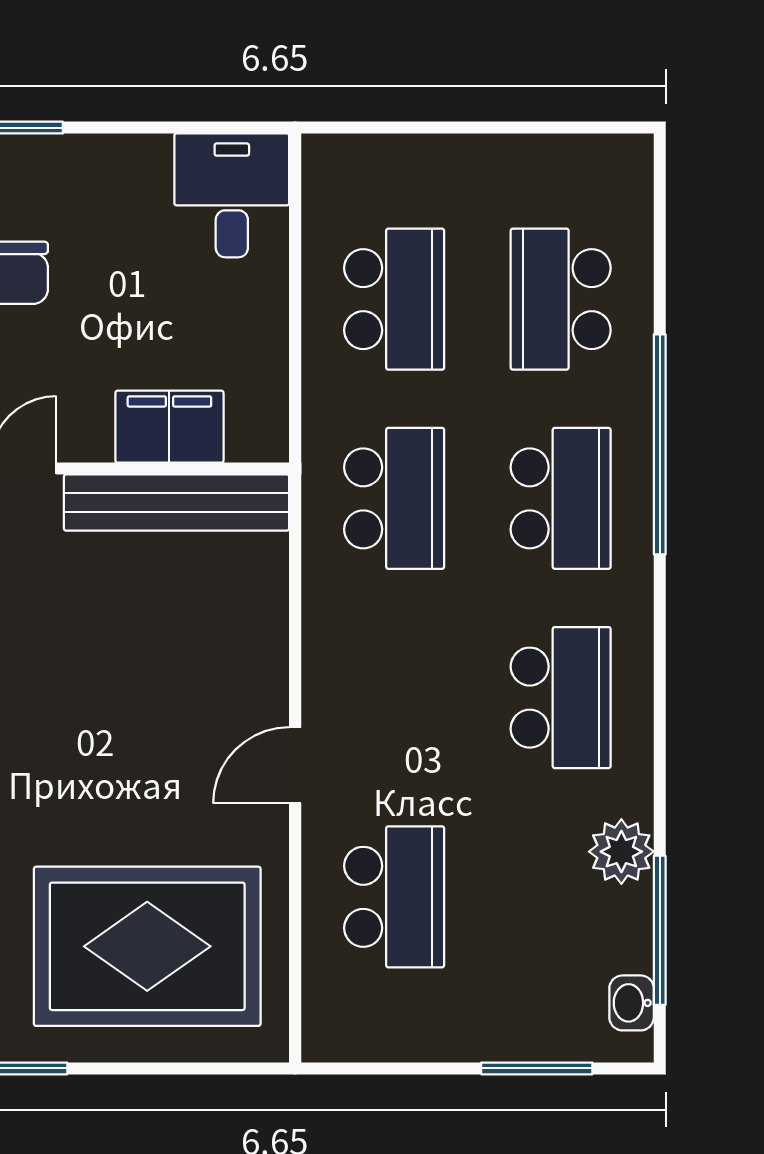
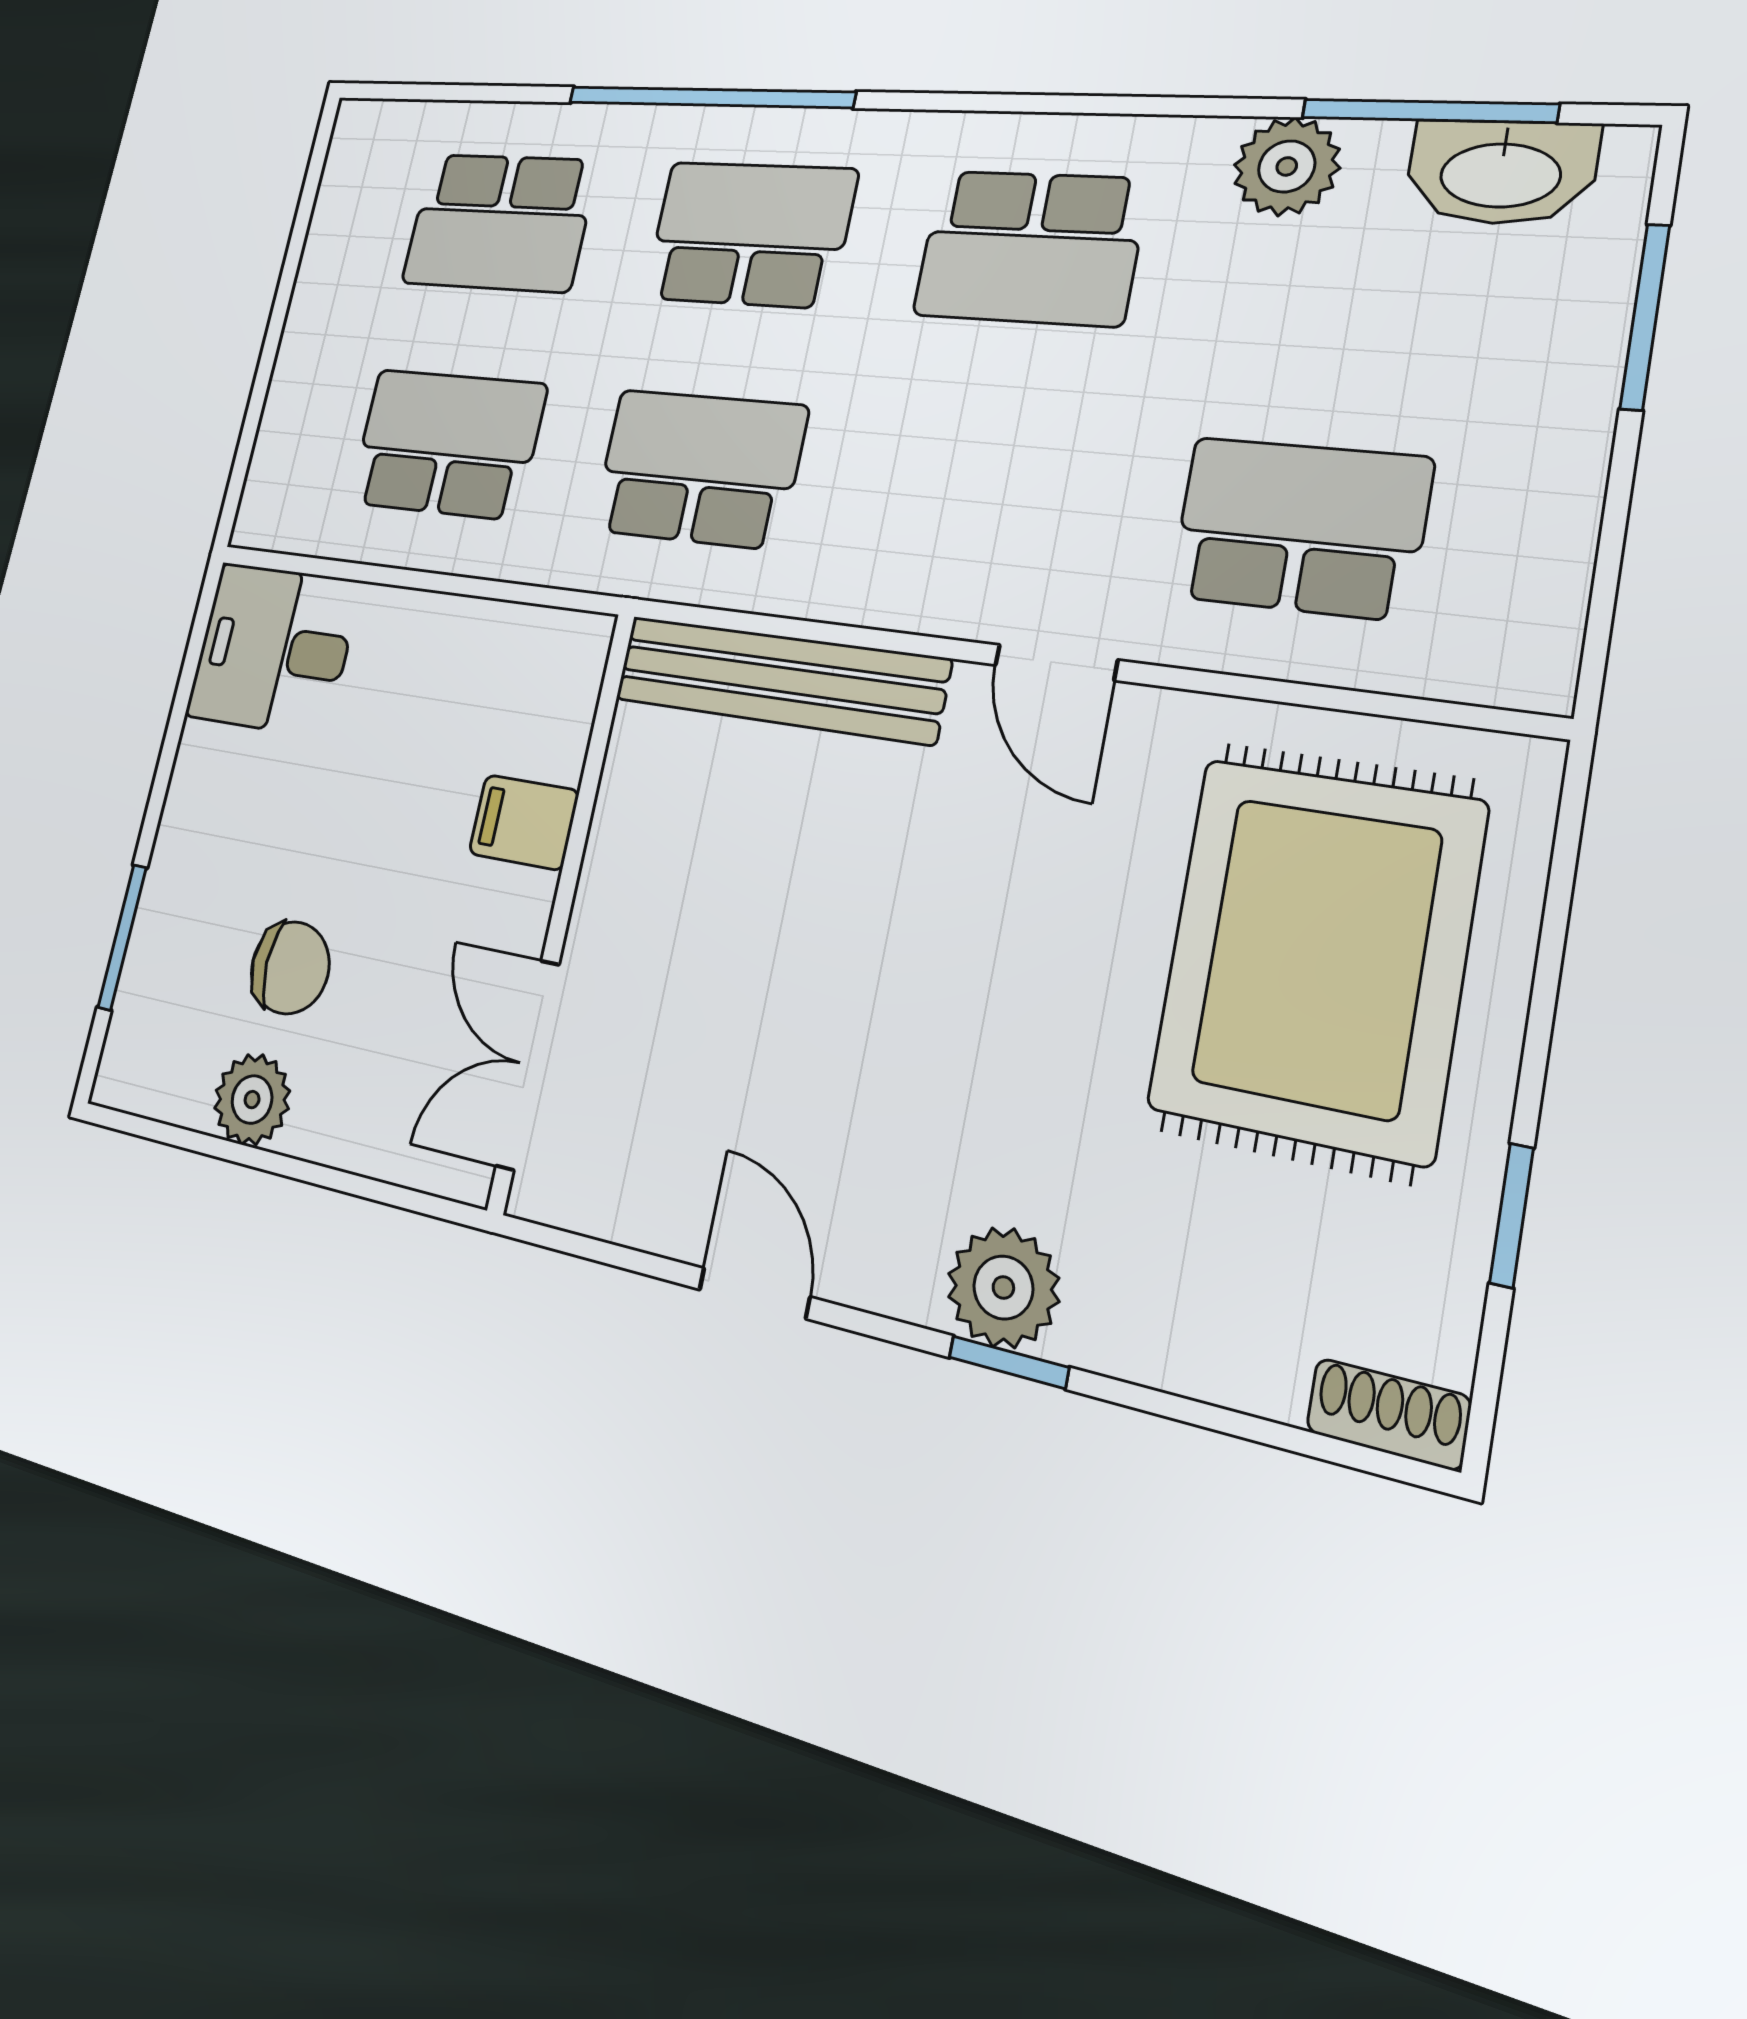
filing cabinet: (169, 427) -> (524, 822), width x0.50
bench: (177, 503) -> (780, 679), moved, turned 90
school desk: (561, 698) -> (1030, 248), turned 180
washbasin: (632, 1003) -> (1501, 172), width x1.91, depth x1.45

